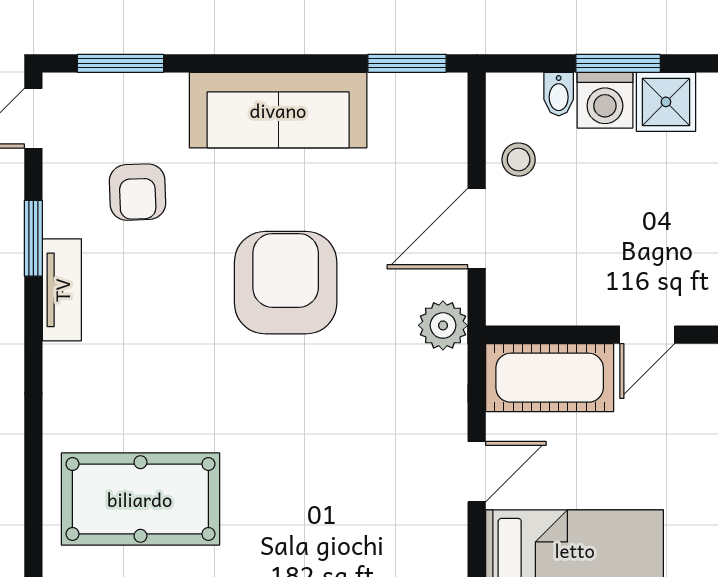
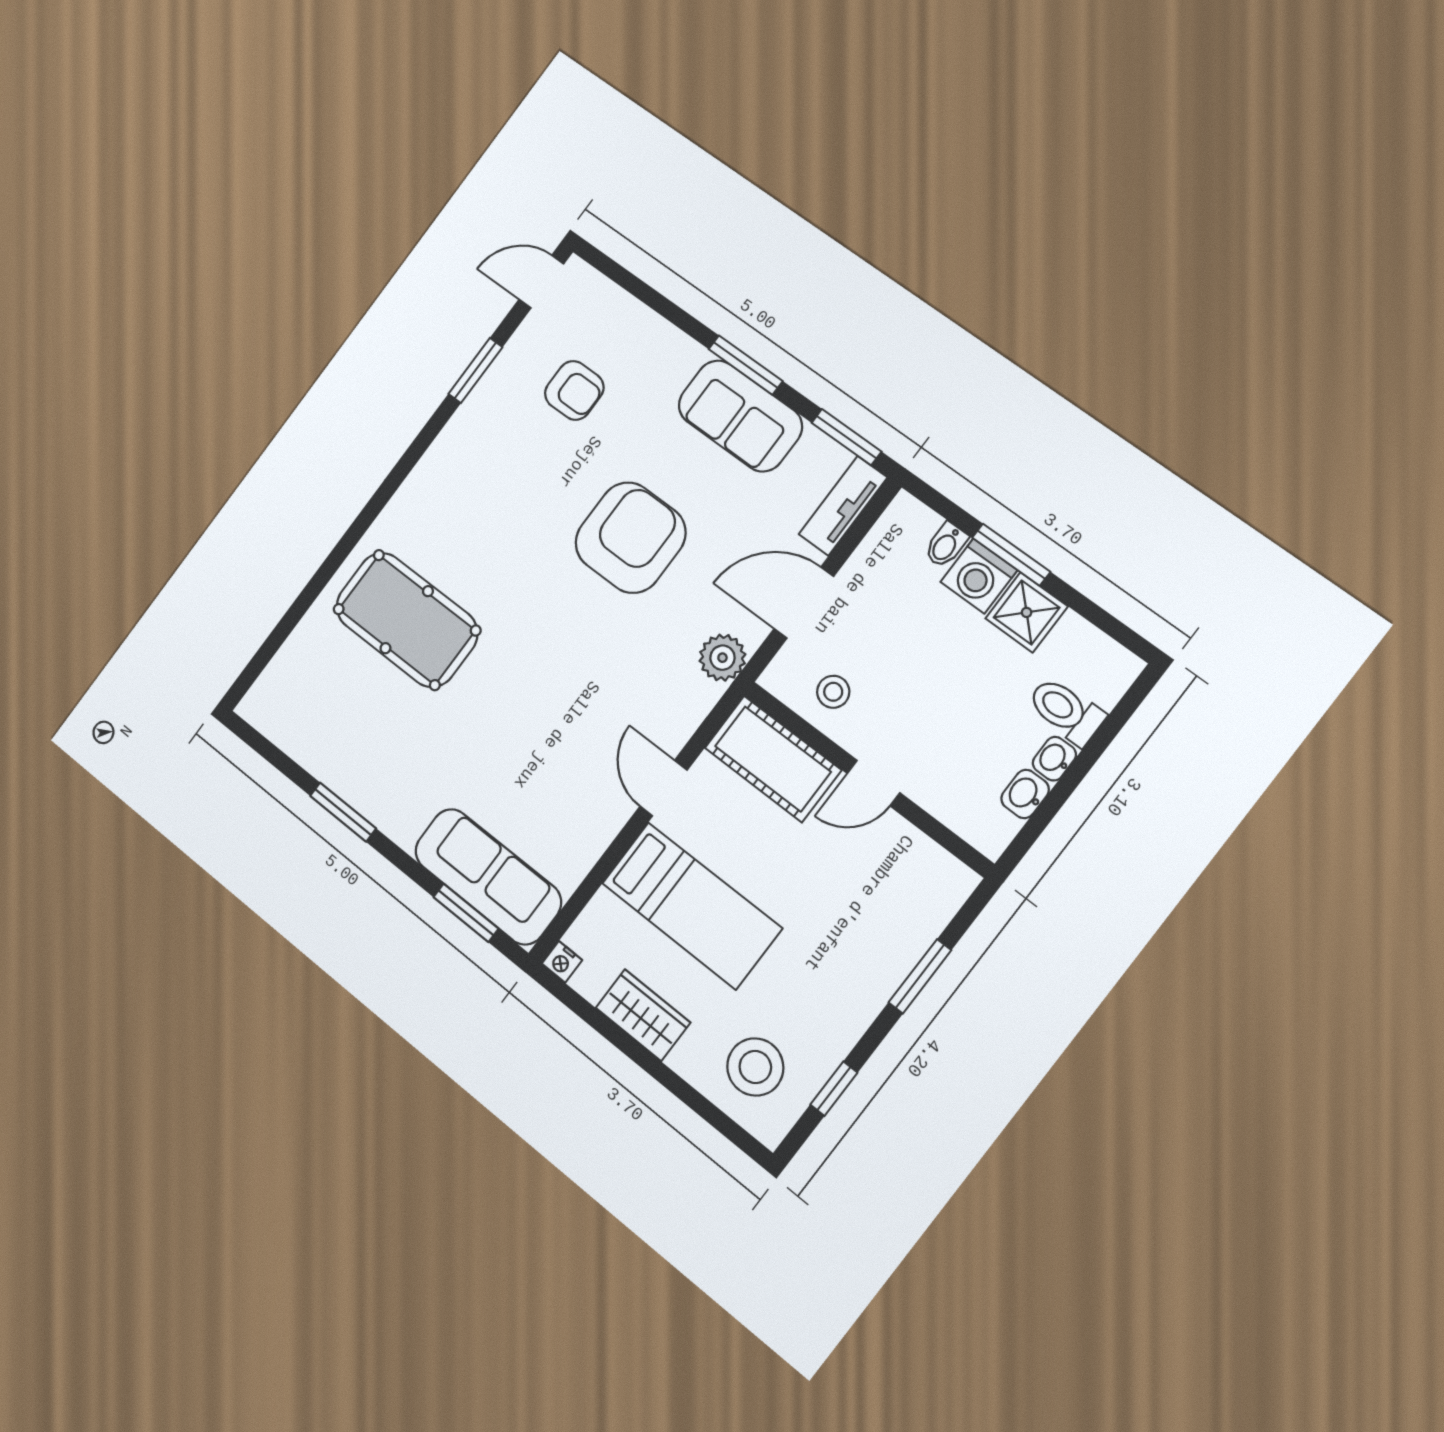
window: (121, 63) -> (746, 365), moved
sofa: (278, 110) -> (740, 416), width x0.73
stool: (519, 159) -> (833, 692), moved
armchair: (137, 192) -> (574, 390), turned -88
tv unit: (62, 290) -> (843, 506), moved, turned 180
door: (477, 472) -> (664, 788), swing flipped

